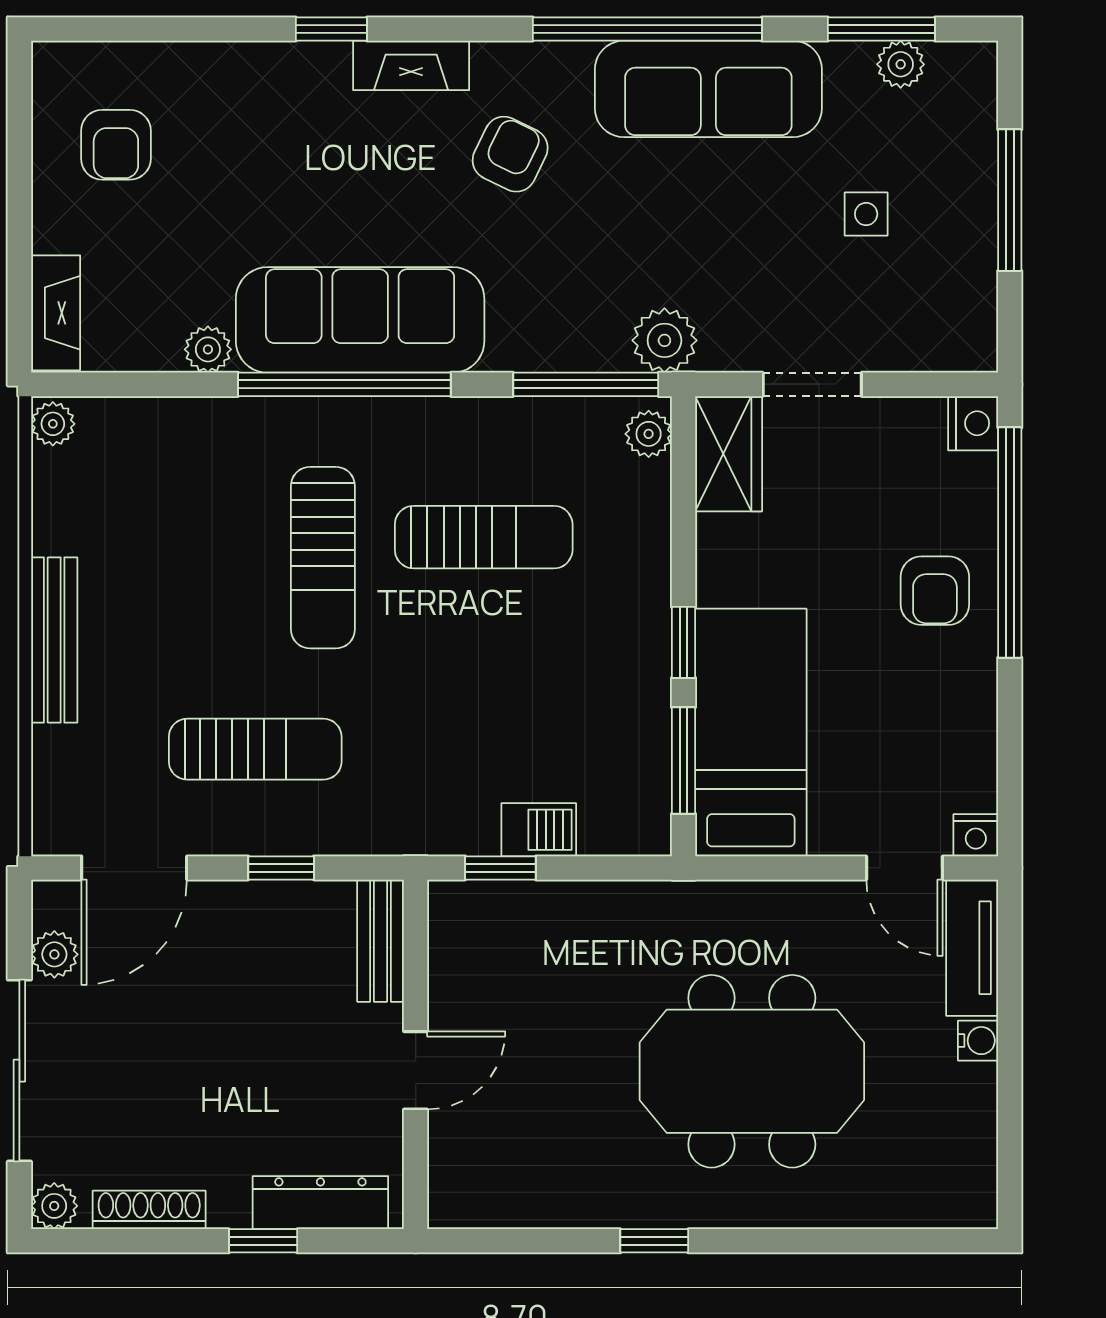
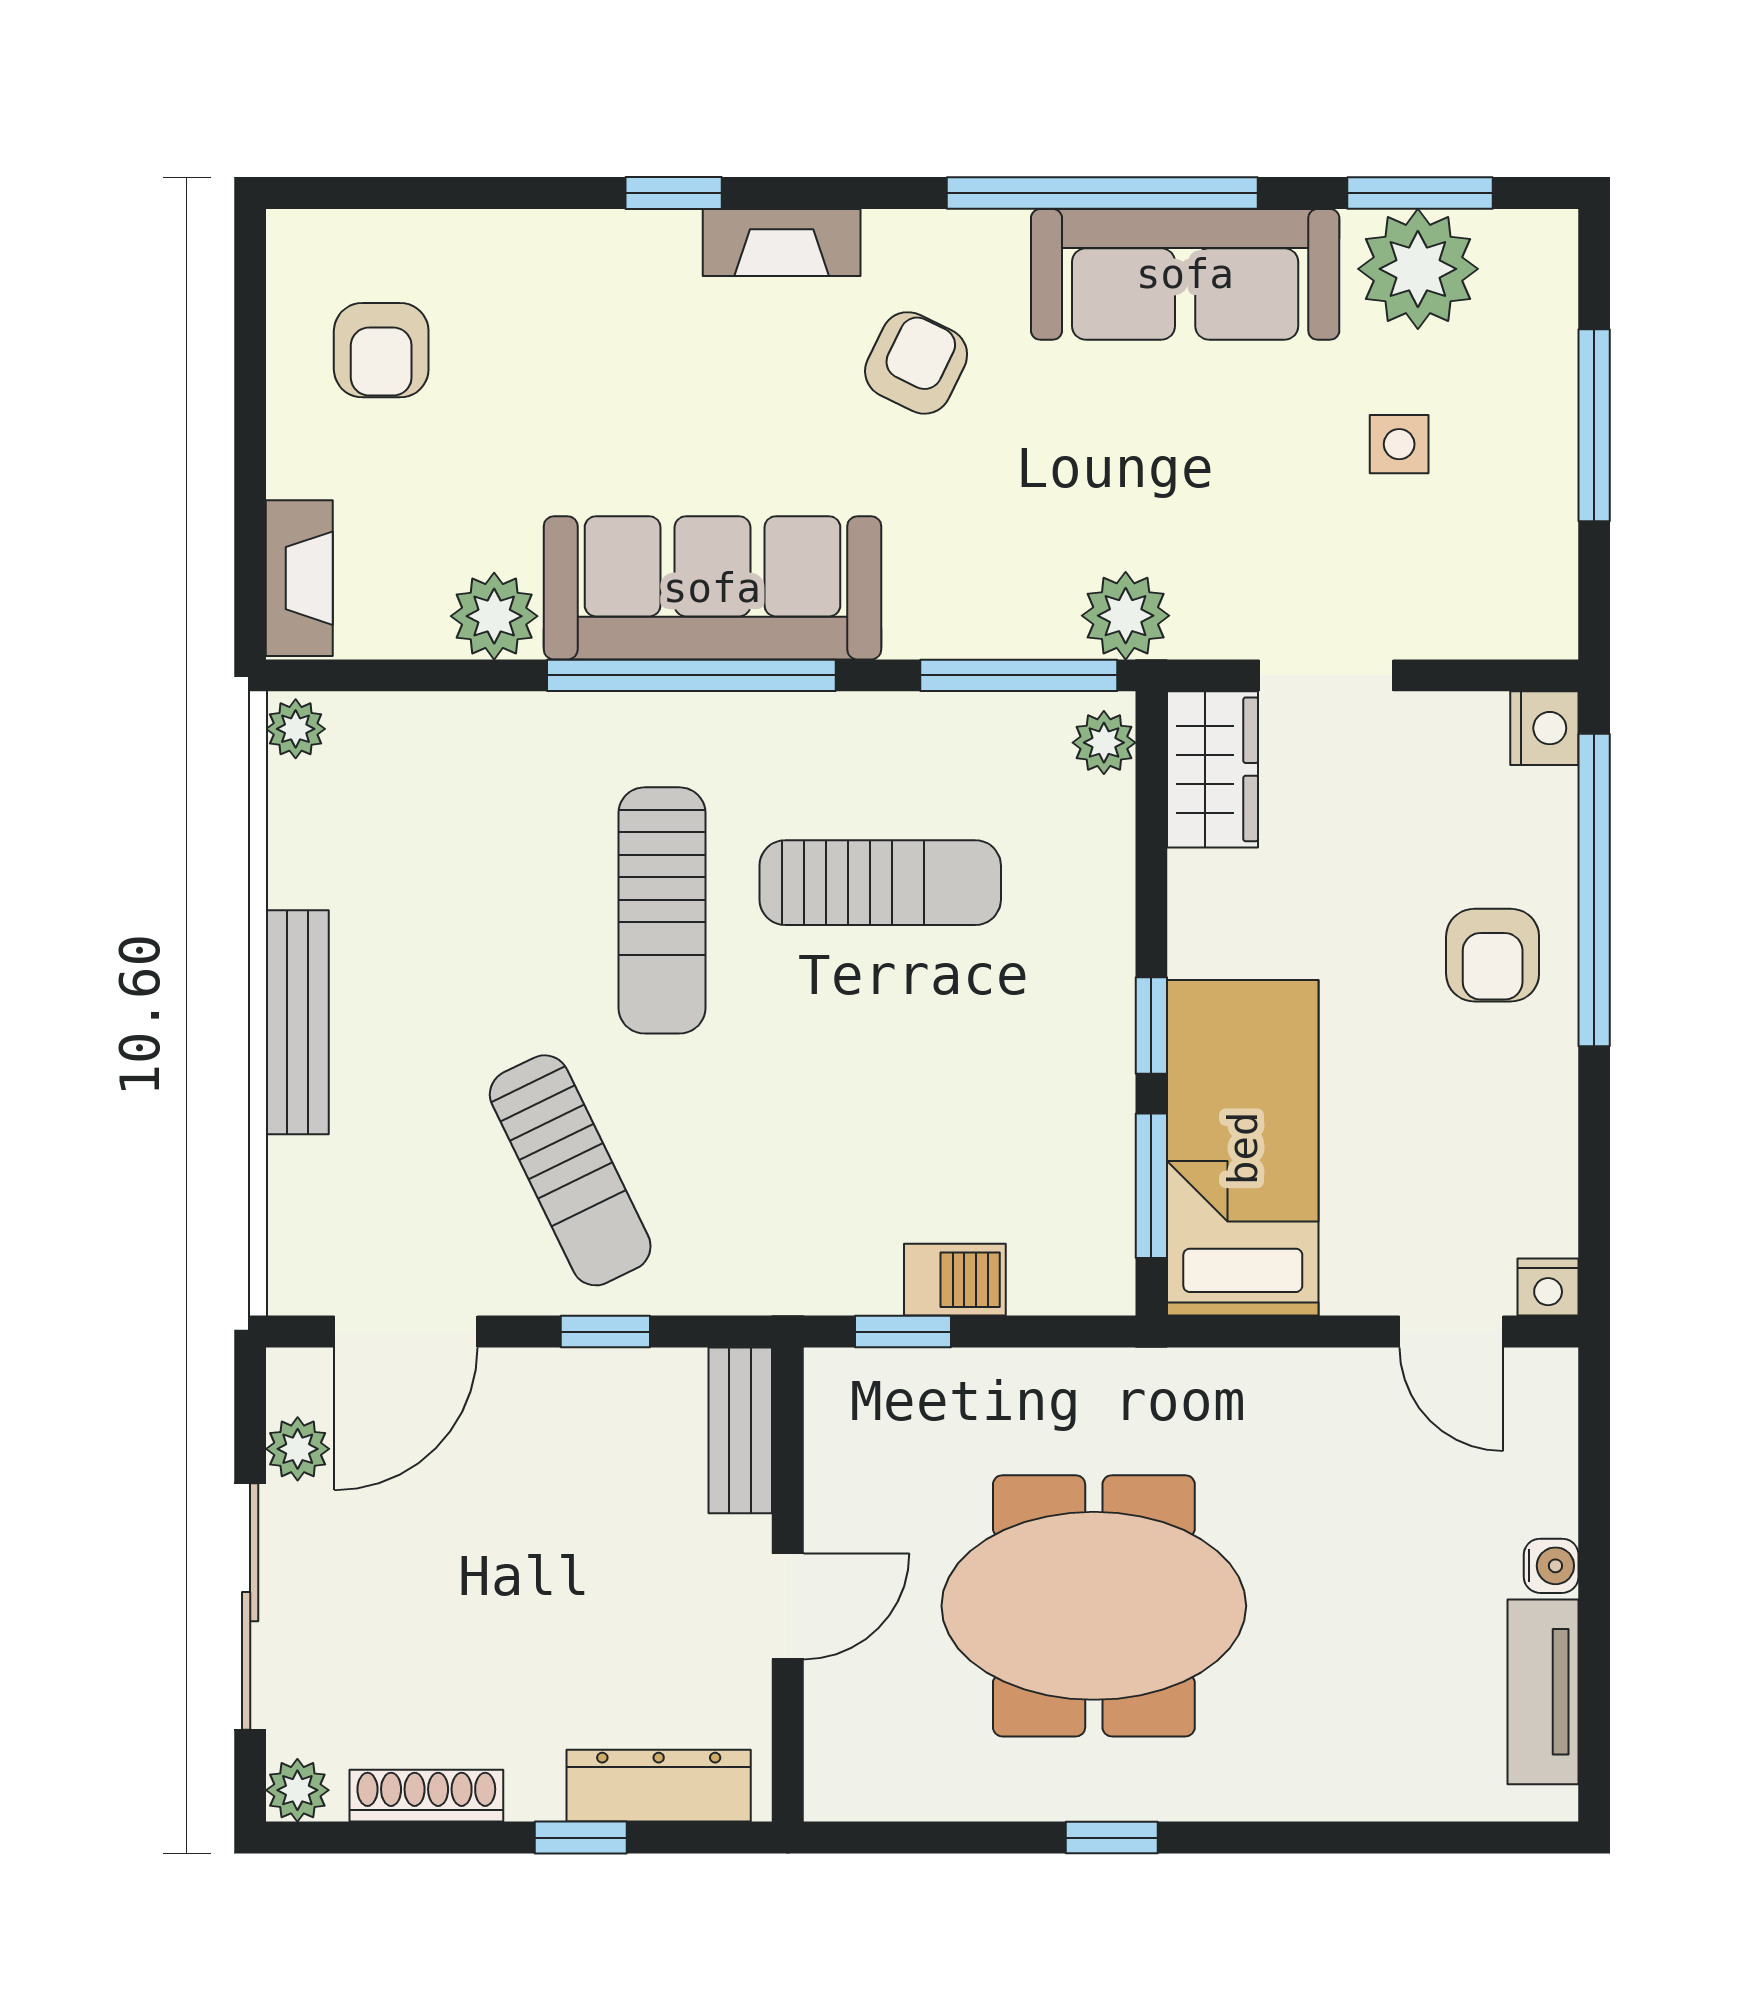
plant: (901, 64) -> (1418, 269), width x1.88, depth x1.88
plant: (208, 349) -> (494, 616), width x1.38, depth x1.38
sun lounger: (255, 749) -> (570, 1170), turned 64
tv unit: (972, 948) -> (1543, 1692), moved
meeting table: (752, 1071) -> (1094, 1606), moved

